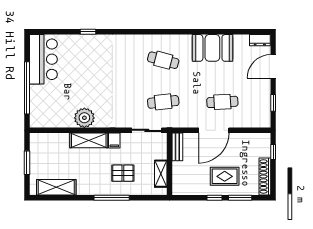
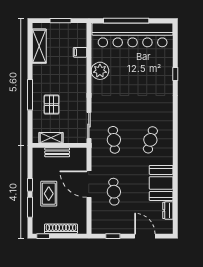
dresser: (260, 40) -> (168, 210), moved
bar counter: (43, 59) -> (133, 35), width x1.86
shelving: (89, 140) -> (80, 75), removed
filing cabinet: (114, 141) -> (80, 52), moved
bench: (177, 147) -> (57, 152), moved
window: (273, 152) -> (43, 236), moved
shoe rack: (265, 176) -> (61, 229), moved

